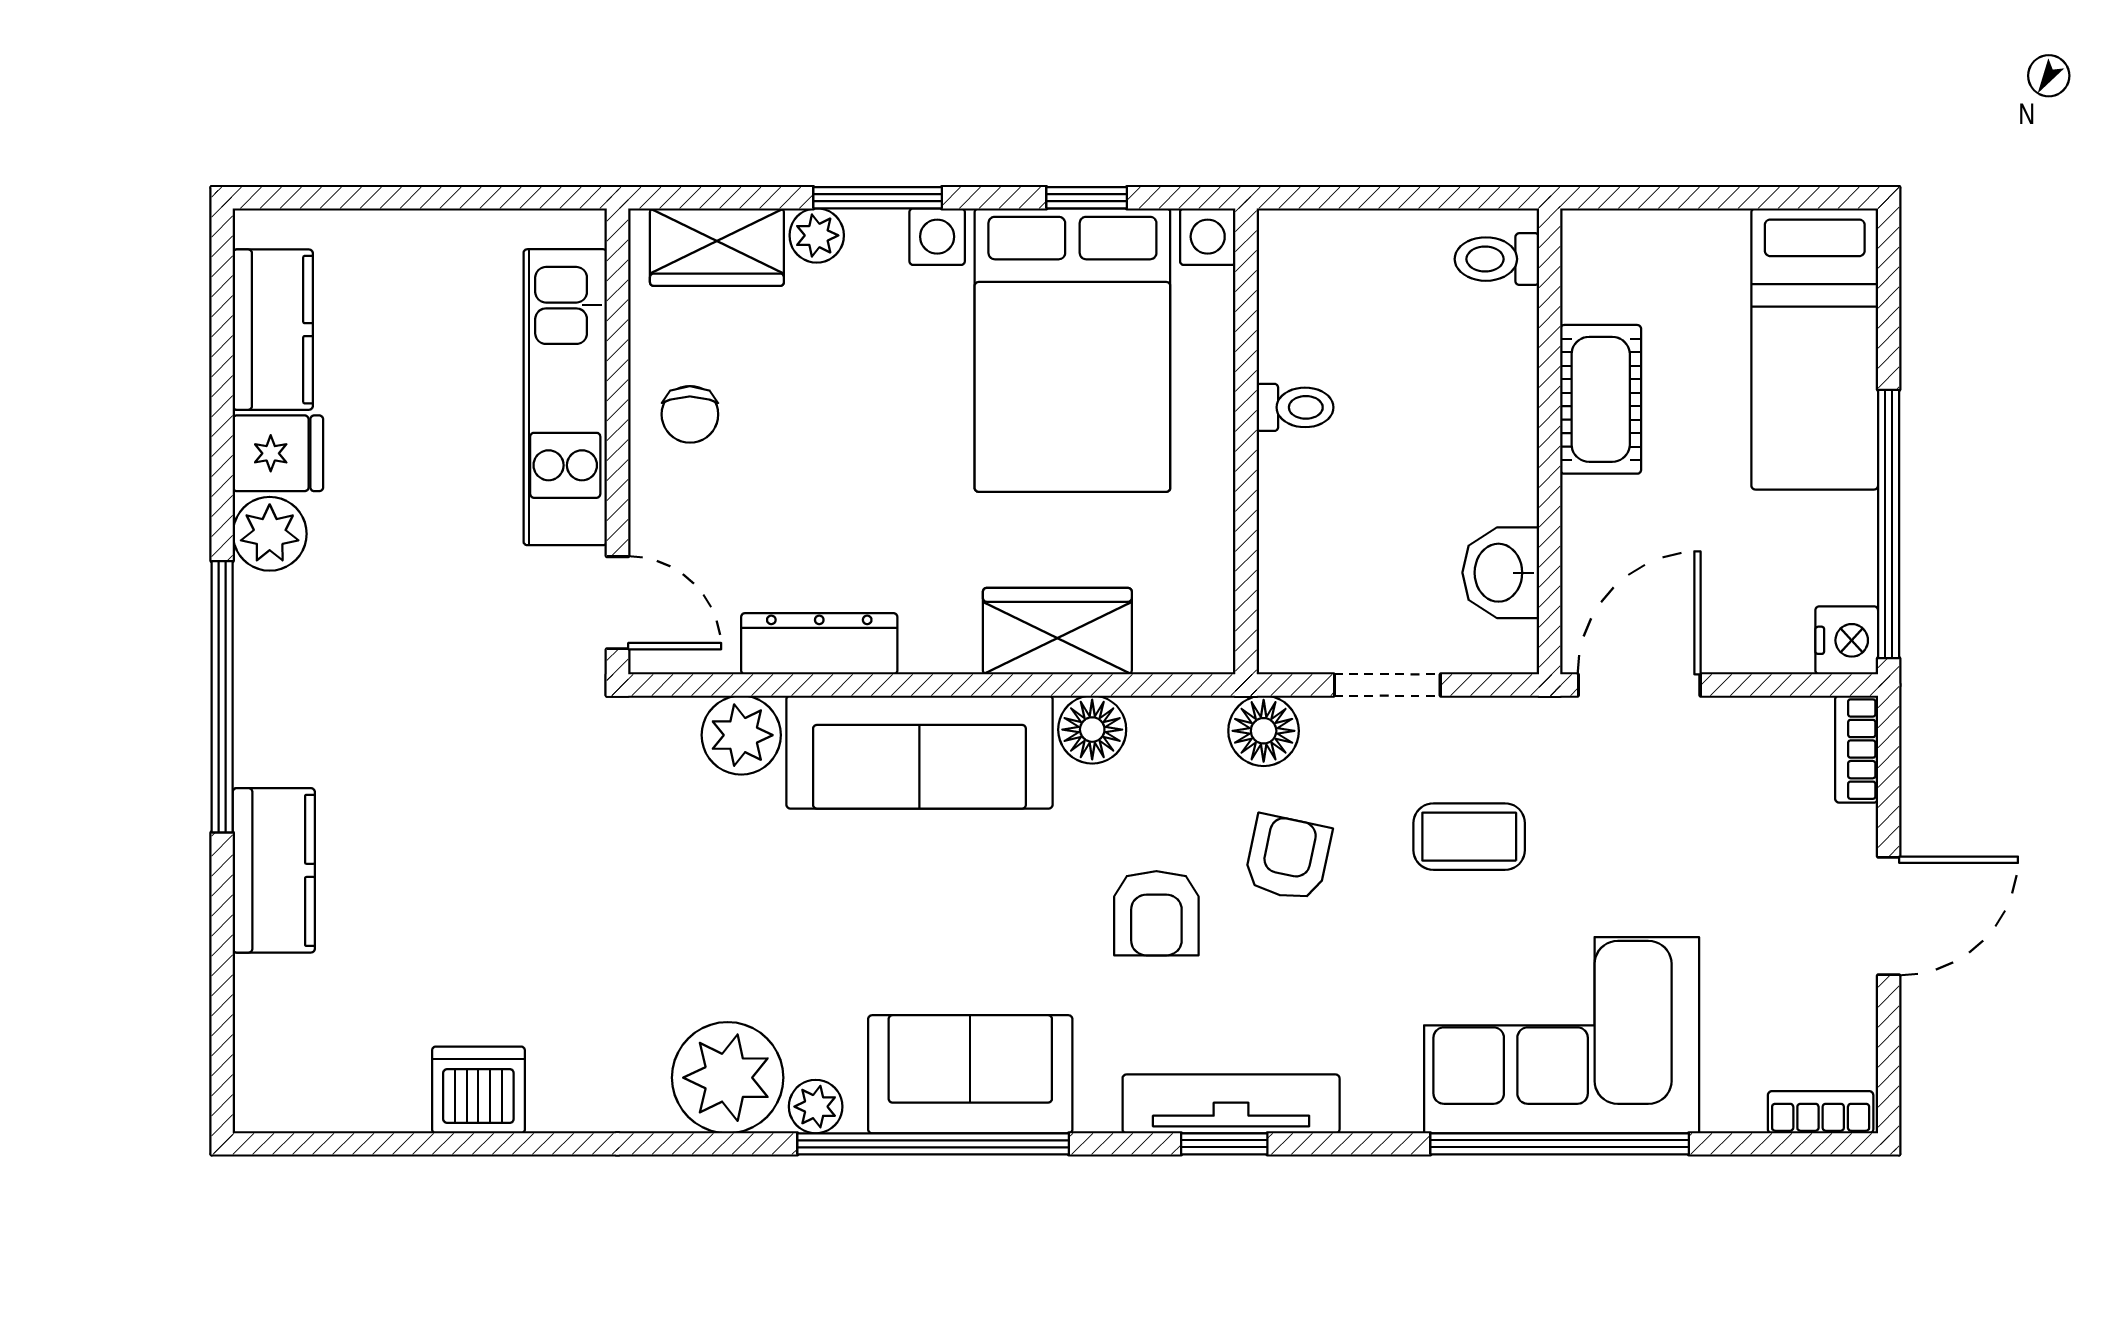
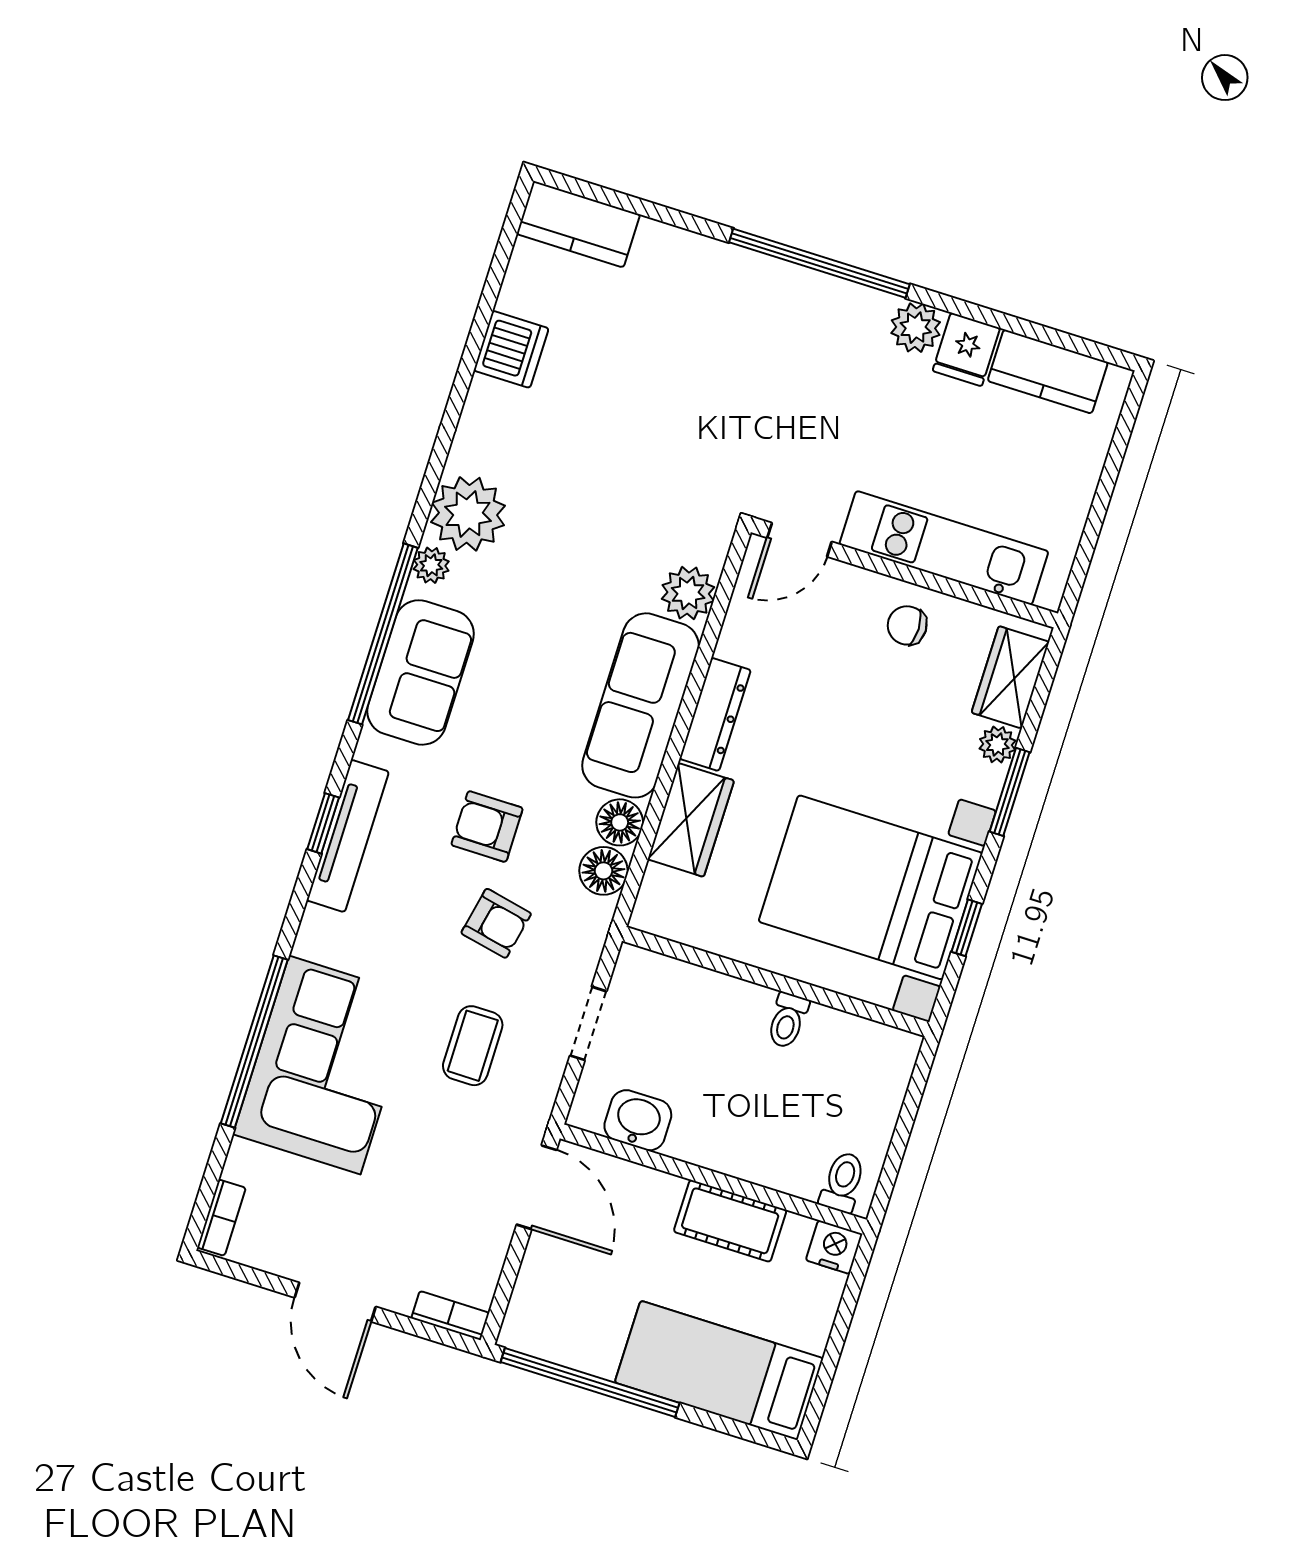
nightstand: (1847, 640) -> (834, 1247), moved, turned 180
dresser: (819, 644) -> (715, 714), moved
floor lamp: (1264, 731) -> (603, 871), moved
kitchen counter: (274, 870) -> (578, 224), moved

